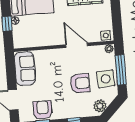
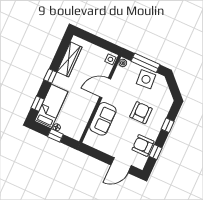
sofa: (25, 69) -> (103, 119), moved, turned 90
armchair: (80, 83) -> (141, 113), moved
plant: (100, 106) -> (166, 96), removed

